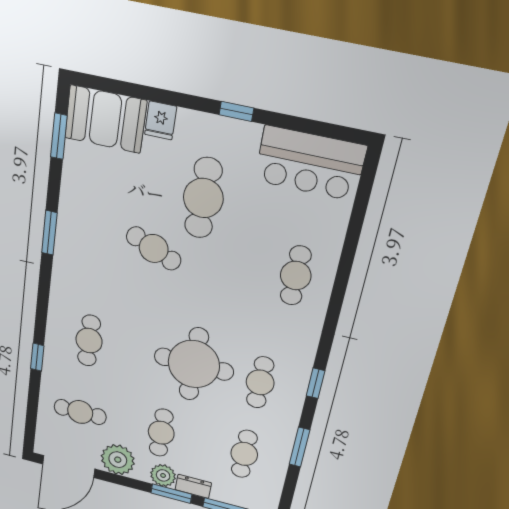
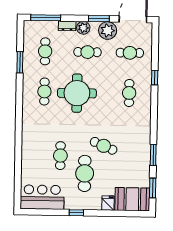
window: (49, 233) -> (153, 155), moved
cafe table: (296, 276) -> (60, 156), moved
window: (316, 383) -> (19, 97), removed
cafe table: (161, 433) -> (88, 52), turned 90
window: (171, 494) -> (99, 19), moved

